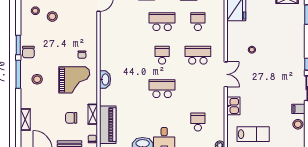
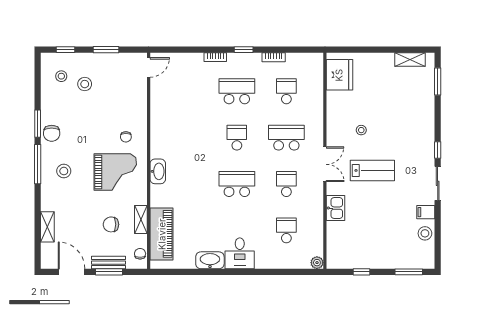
school desk: (198, 89) -> (286, 184), added
lab bench: (253, 134) -> (372, 170), moved

